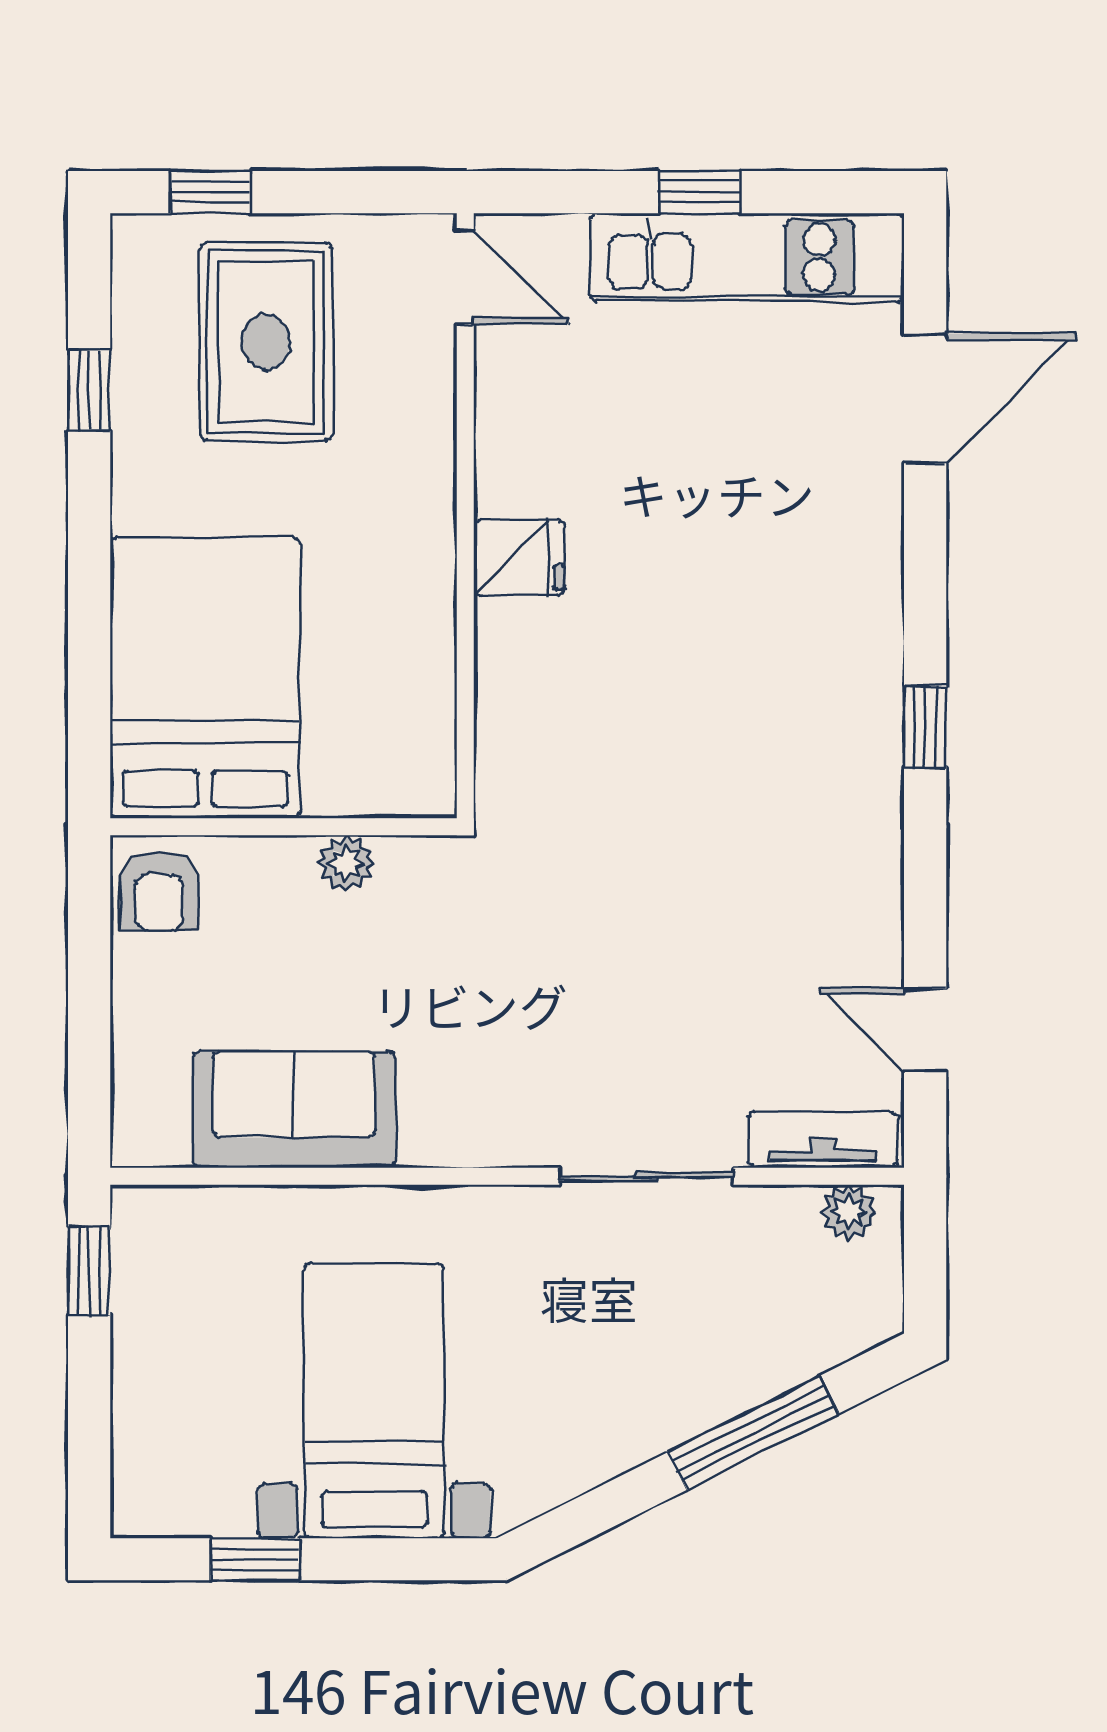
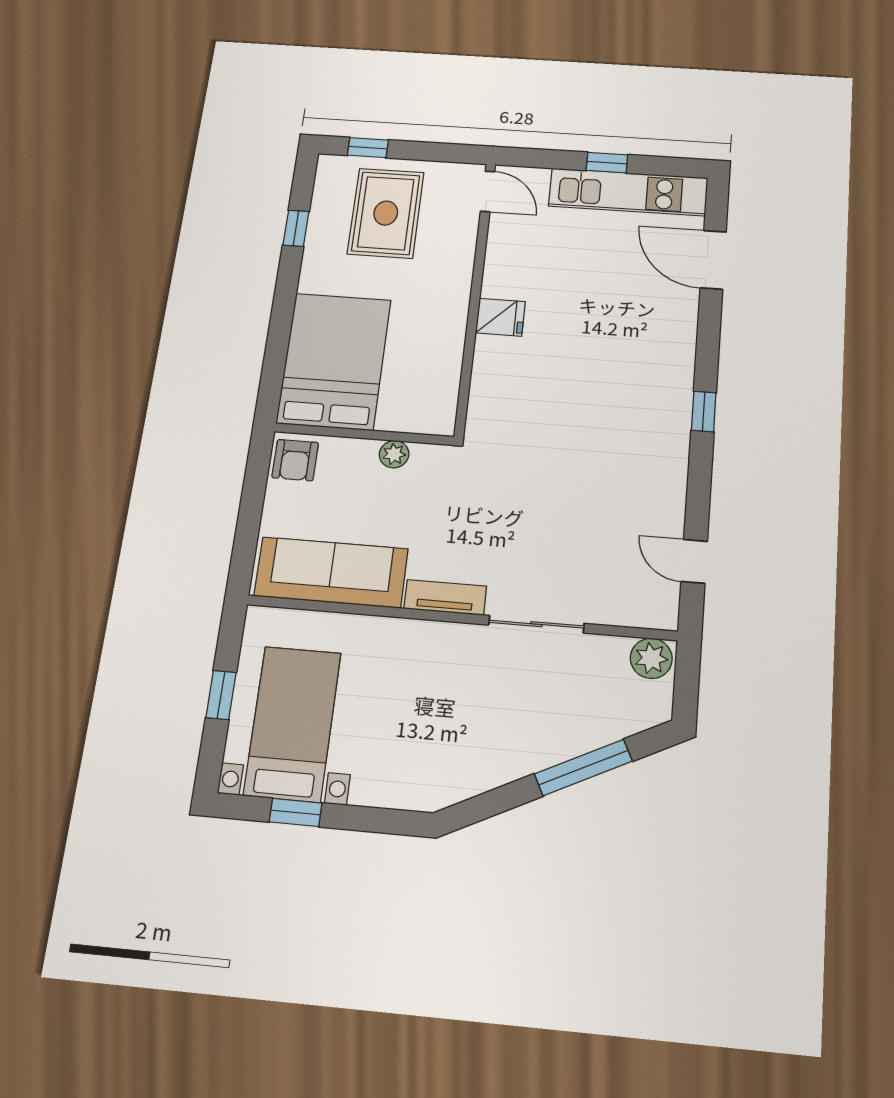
door: (925, 398) -> (713, 260), swing flipped
sofa: (294, 1109) -> (331, 572), width x1.36
tv unit: (823, 1140) -> (445, 597), moved
plant: (849, 1212) -> (651, 658), width x1.38, depth x1.38
window: (89, 1271) -> (221, 695), moved
bed with nightstands: (374, 1401) -> (292, 724), moved

